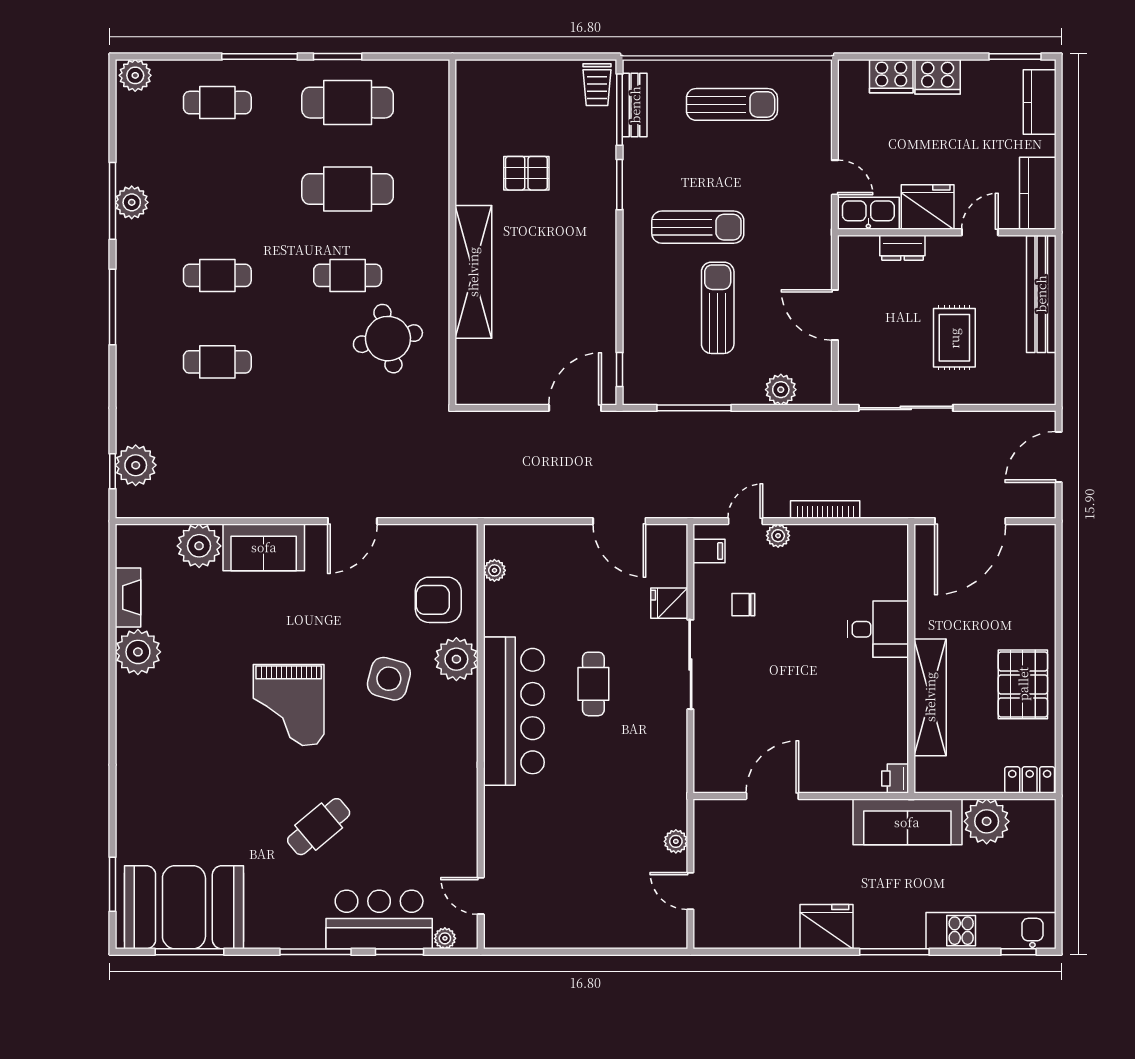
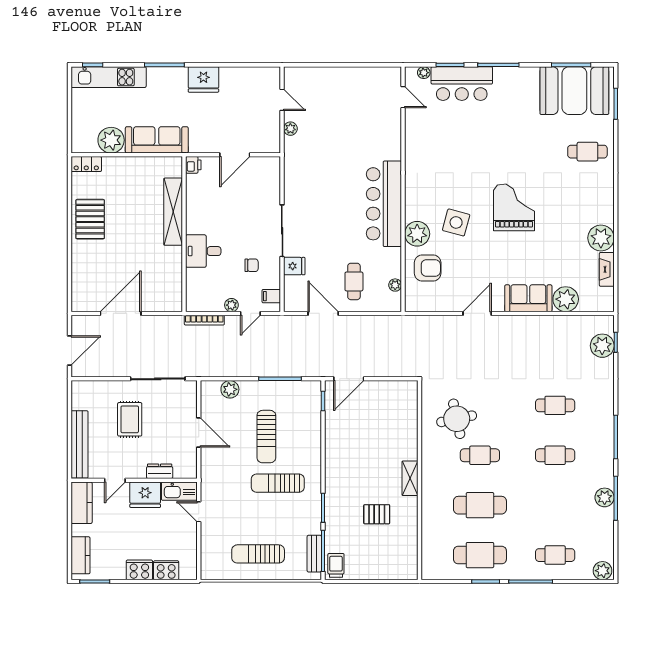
shelving: (473, 272) -> (410, 478), width x0.45, depth x0.75
desk: (878, 629) -> (203, 251), moved
wall: (911, 659) -> (184, 234), moved
cafe table: (593, 684) -> (354, 281), moved
shelving: (930, 697) -> (173, 212), moved
printer: (895, 779) -> (193, 165), moved
cafe table: (319, 827) -> (587, 152), moved, turned 40

